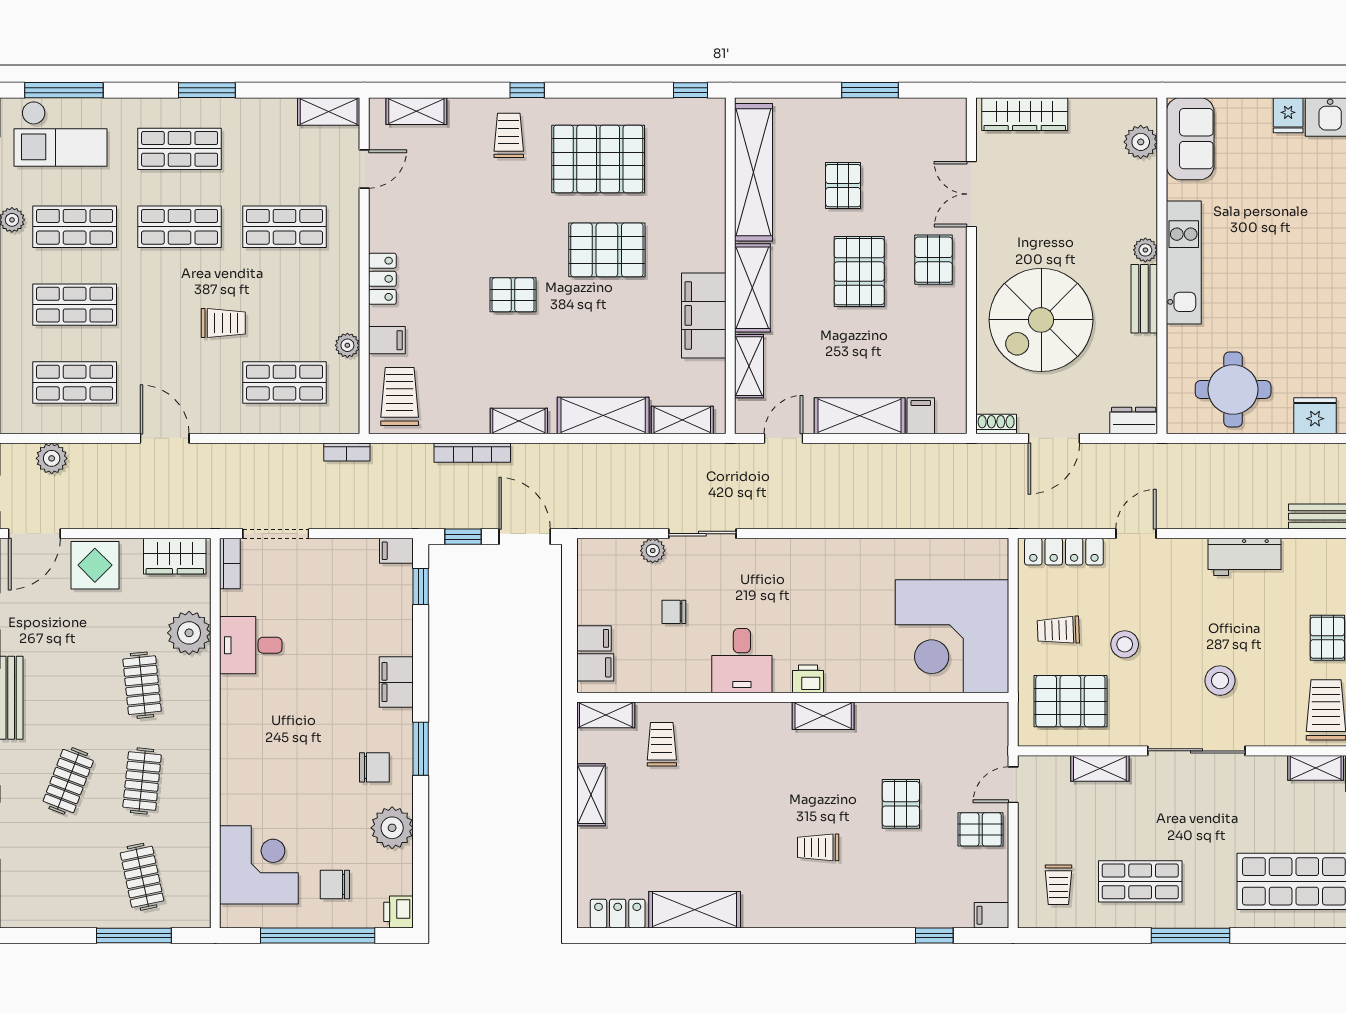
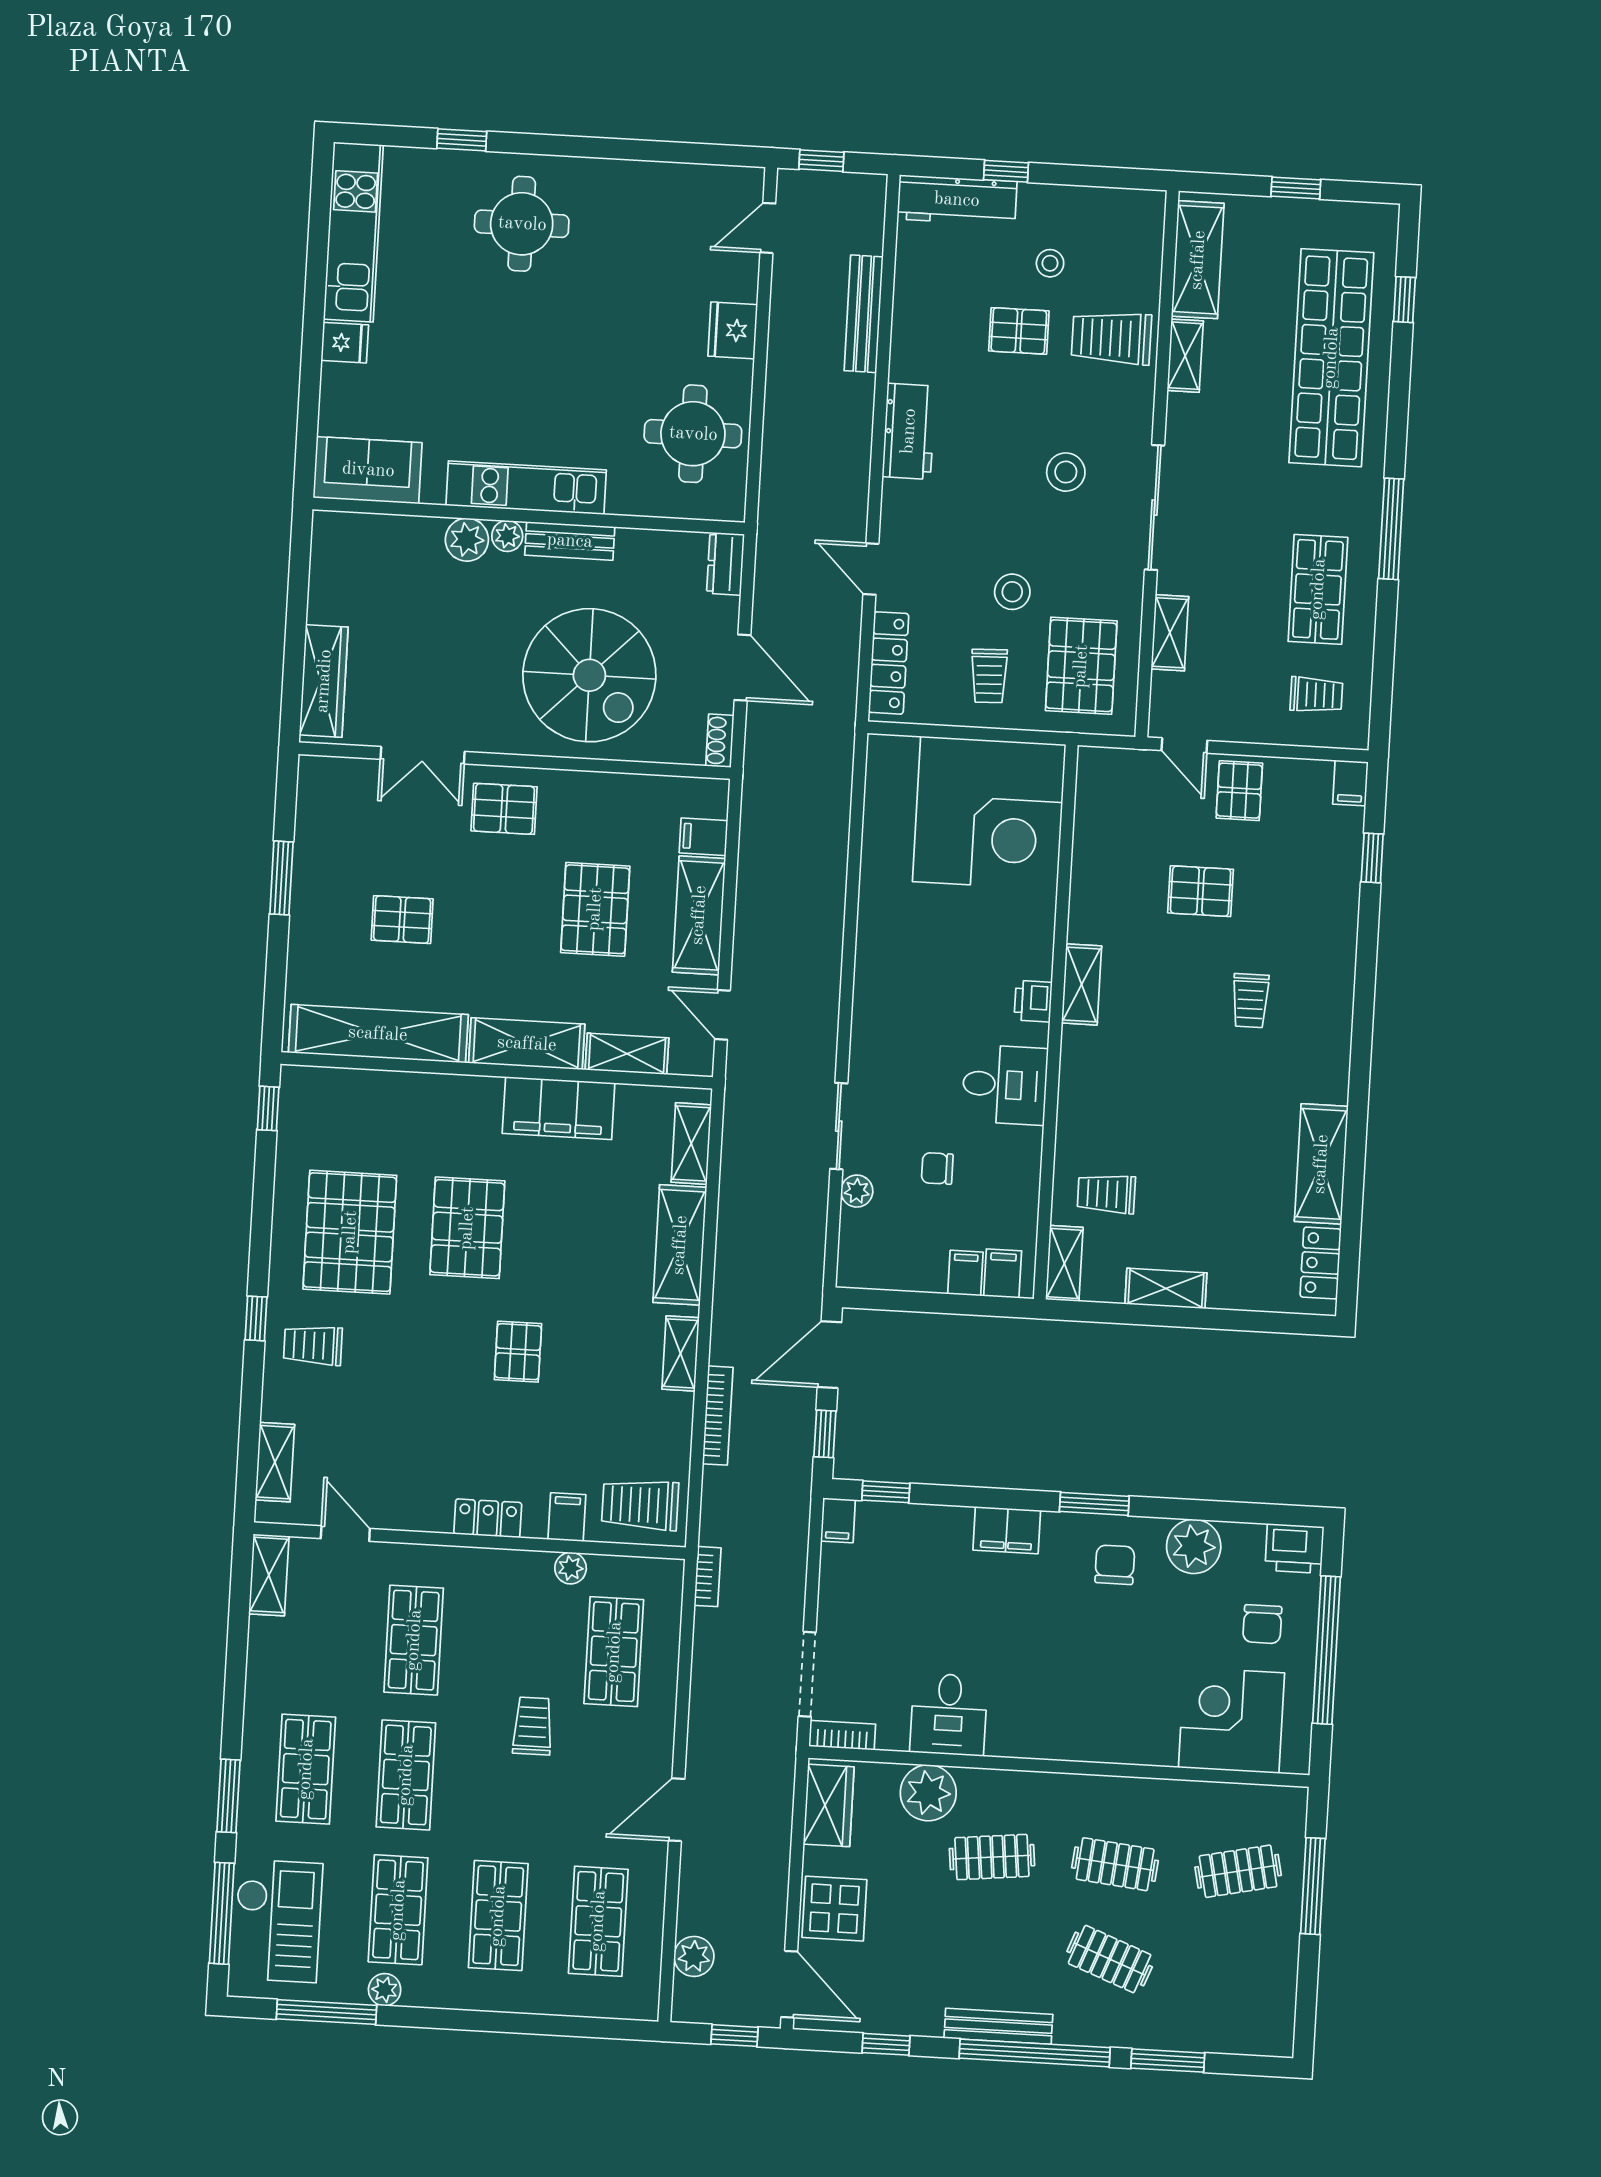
window: (207, 90) -> (228, 1796), moved
plant: (1141, 142) -> (467, 540), moved
pallet: (859, 272) -> (595, 909), moved, turned 90
chair: (674, 612) -> (937, 1168), turned 90
printer: (399, 912) -> (1294, 1548), width x1.36, depth x1.24

